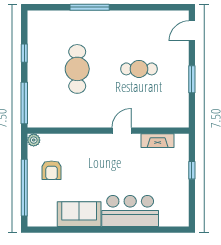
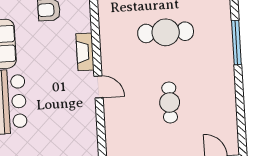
fireplace: (158, 141) -> (85, 52), moved

